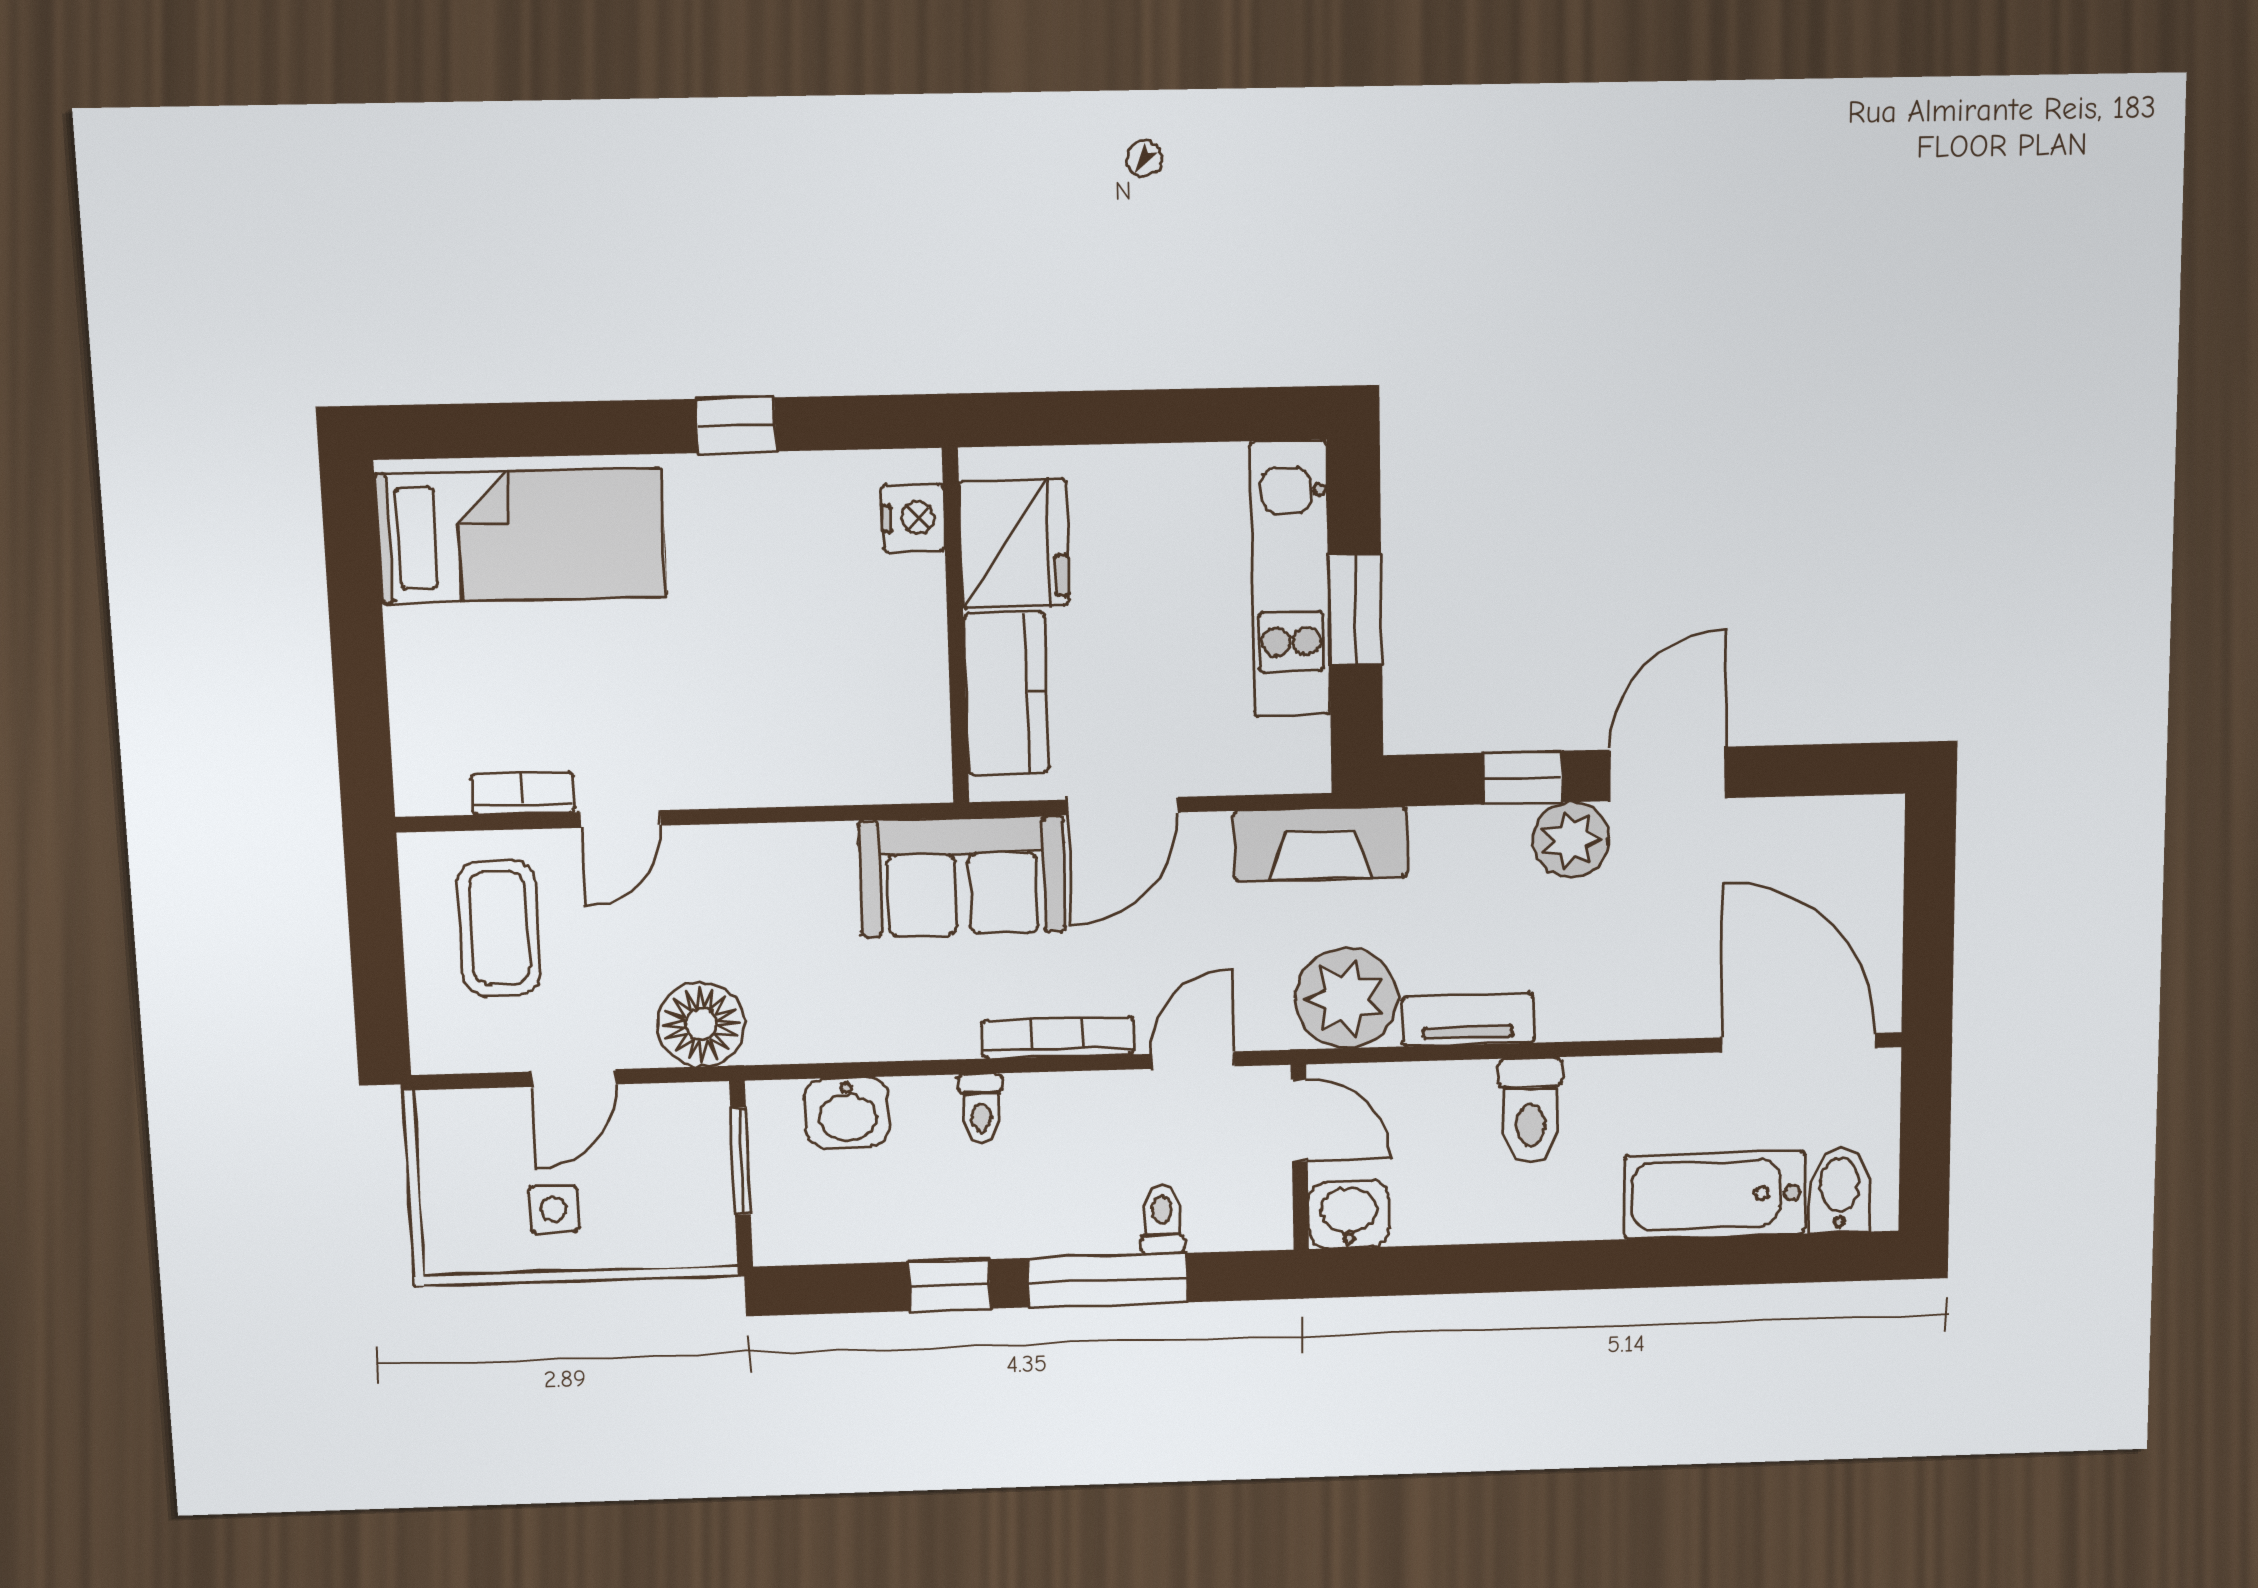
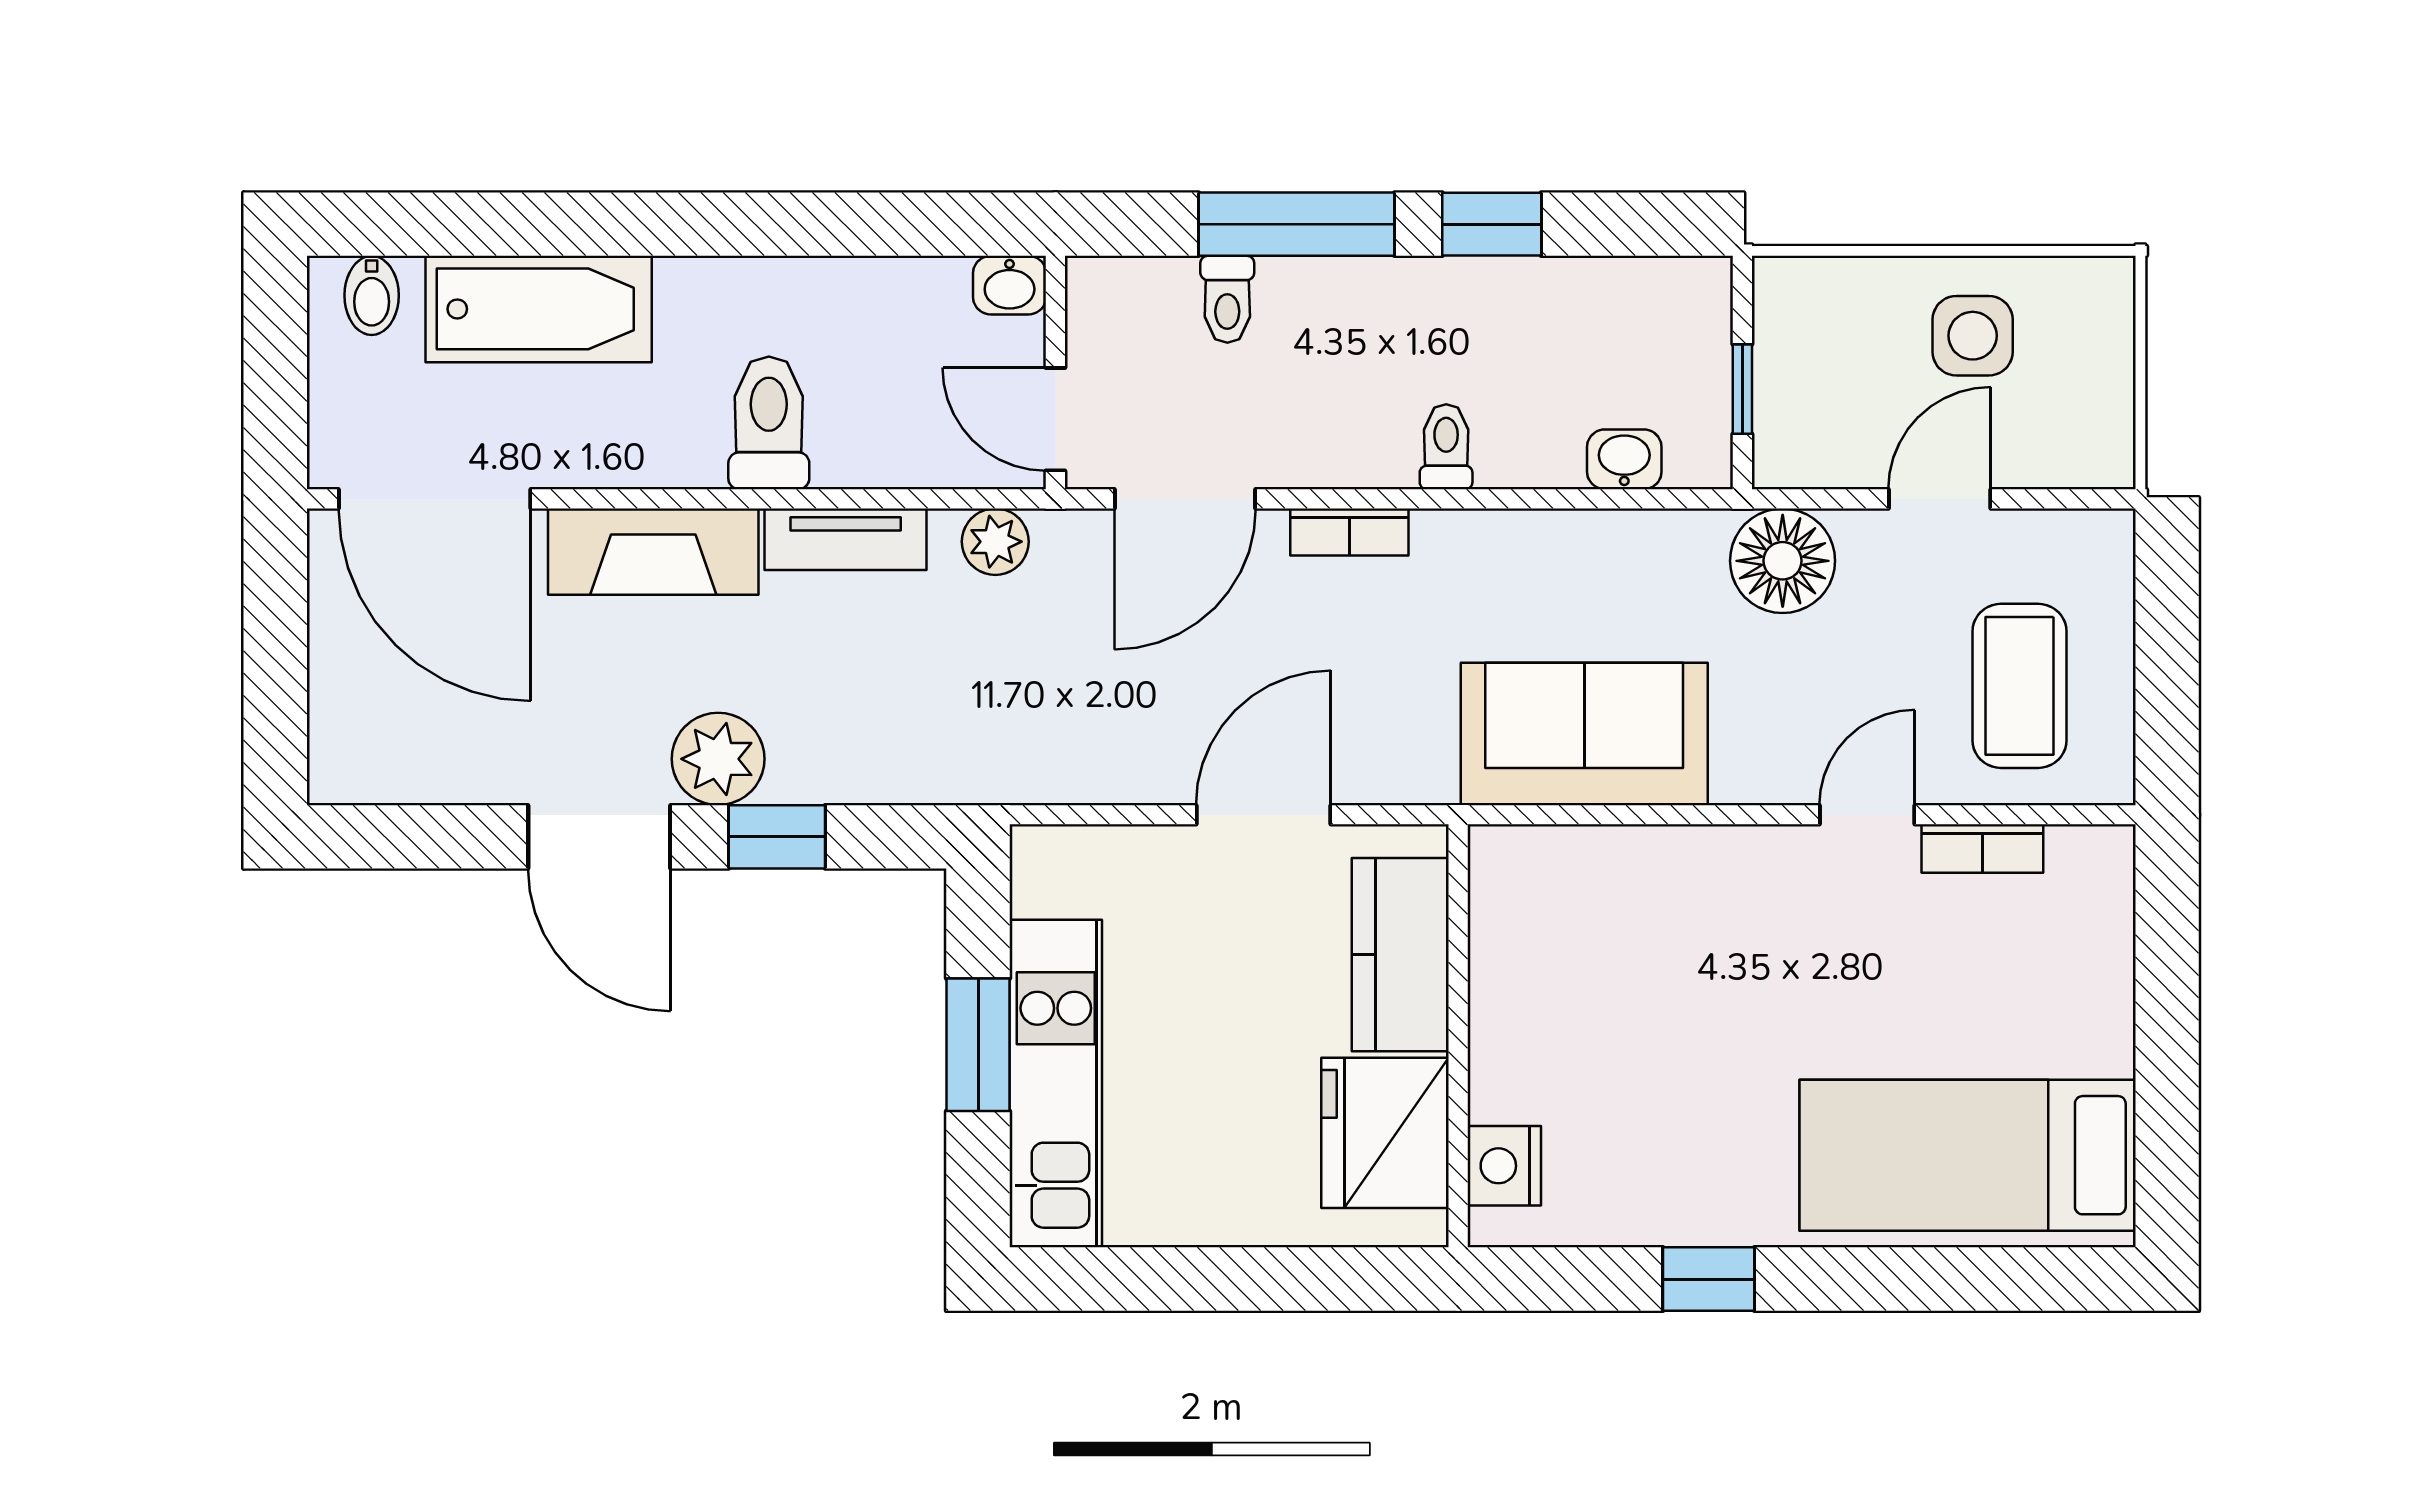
door: (1668, 774) -> (599, 837), hinge flipped
fireplace: (1320, 844) -> (653, 552), moved, turned 180
sofa: (962, 876) -> (1584, 734), moved
plant: (1346, 998) -> (995, 542), width x0.53, depth x0.53
bookcase: (1058, 1037) -> (1349, 532), width x0.64
door: (1193, 1060) -> (1185, 499), width x1.38
washbasin: (847, 1113) -> (1624, 459), width x0.72, depth x0.69
window: (740, 1161) -> (1742, 389), width x0.67
bidet: (1840, 1190) -> (372, 295), width x0.72, depth x0.74
side table: (554, 1209) -> (1973, 336), width x1.37, depth x1.37
washbasin: (1349, 1214) -> (1010, 285), width x0.72, depth x0.69

